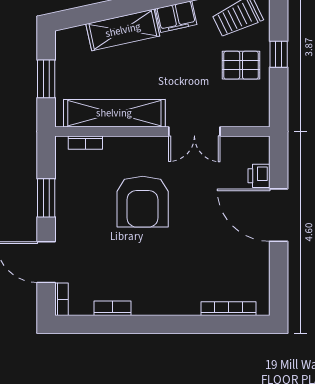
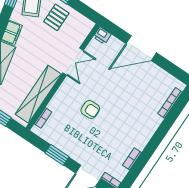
printer: (259, 176) -> (102, 36), moved
armchair: (143, 202) -> (90, 110), width x0.53, depth x0.53

